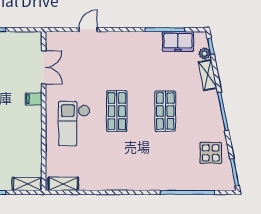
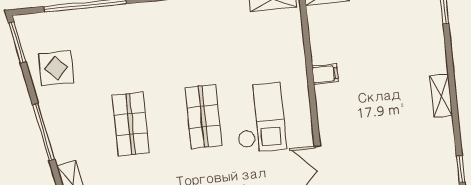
filing cabinet: (34, 99) -> (325, 74), moved
checkout: (74, 124) -> (260, 118), moved

